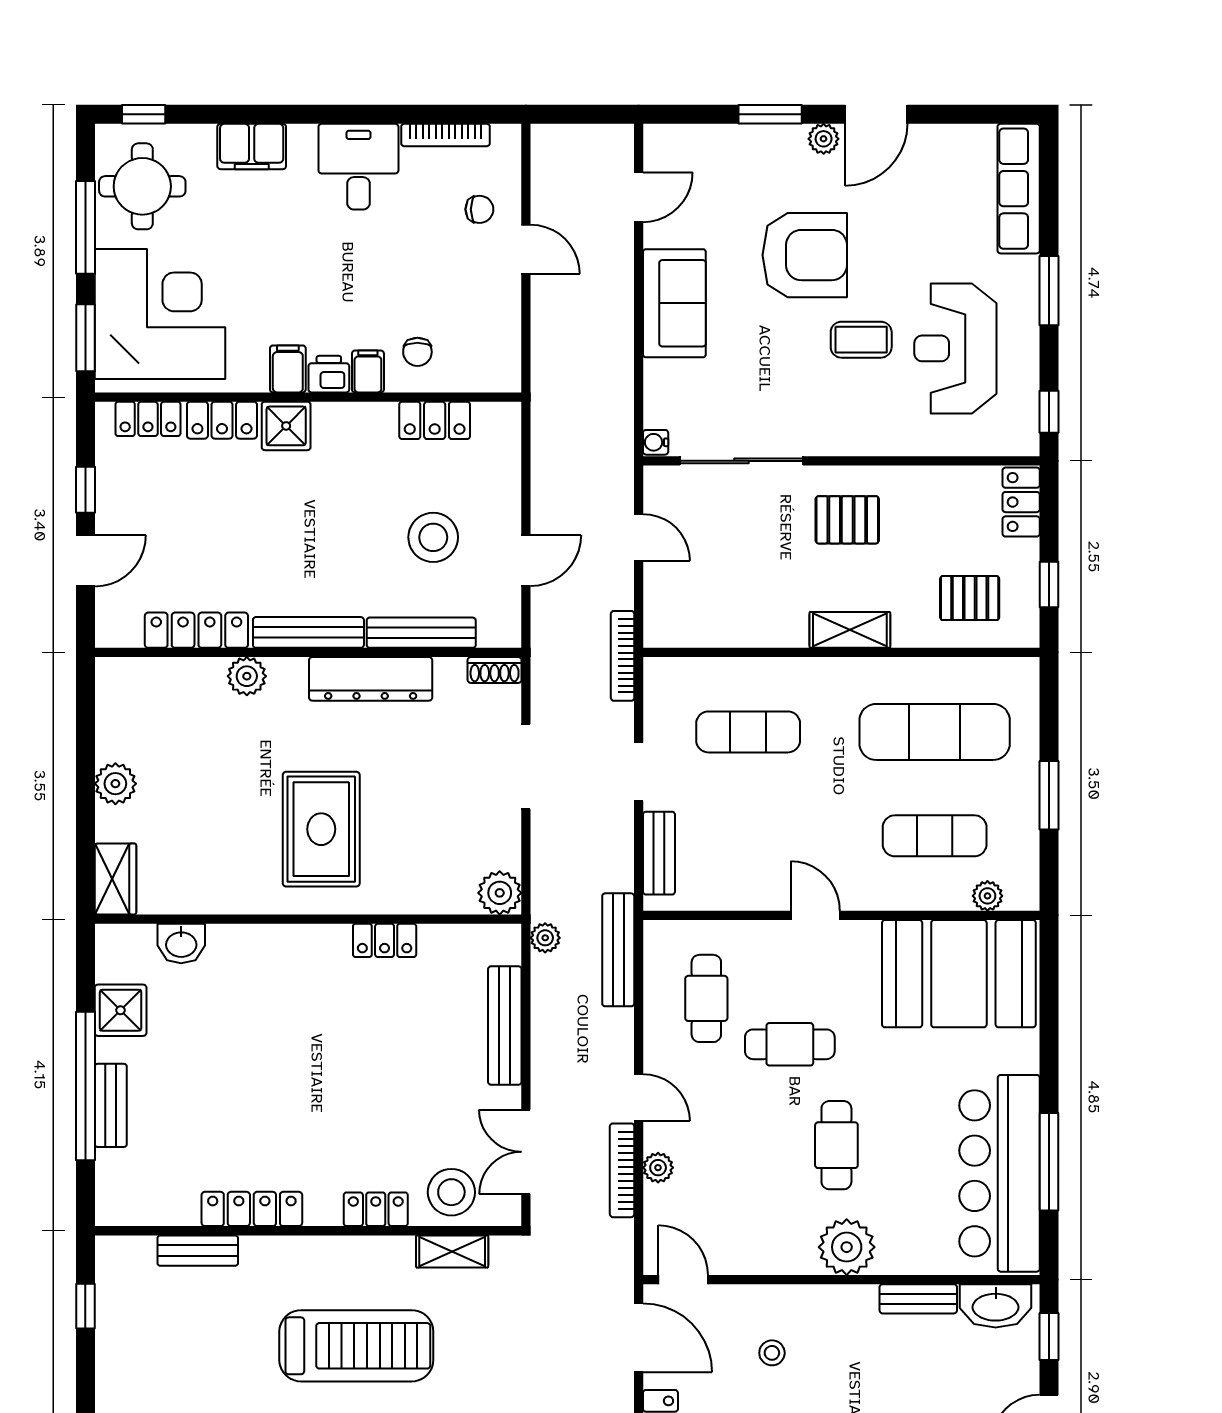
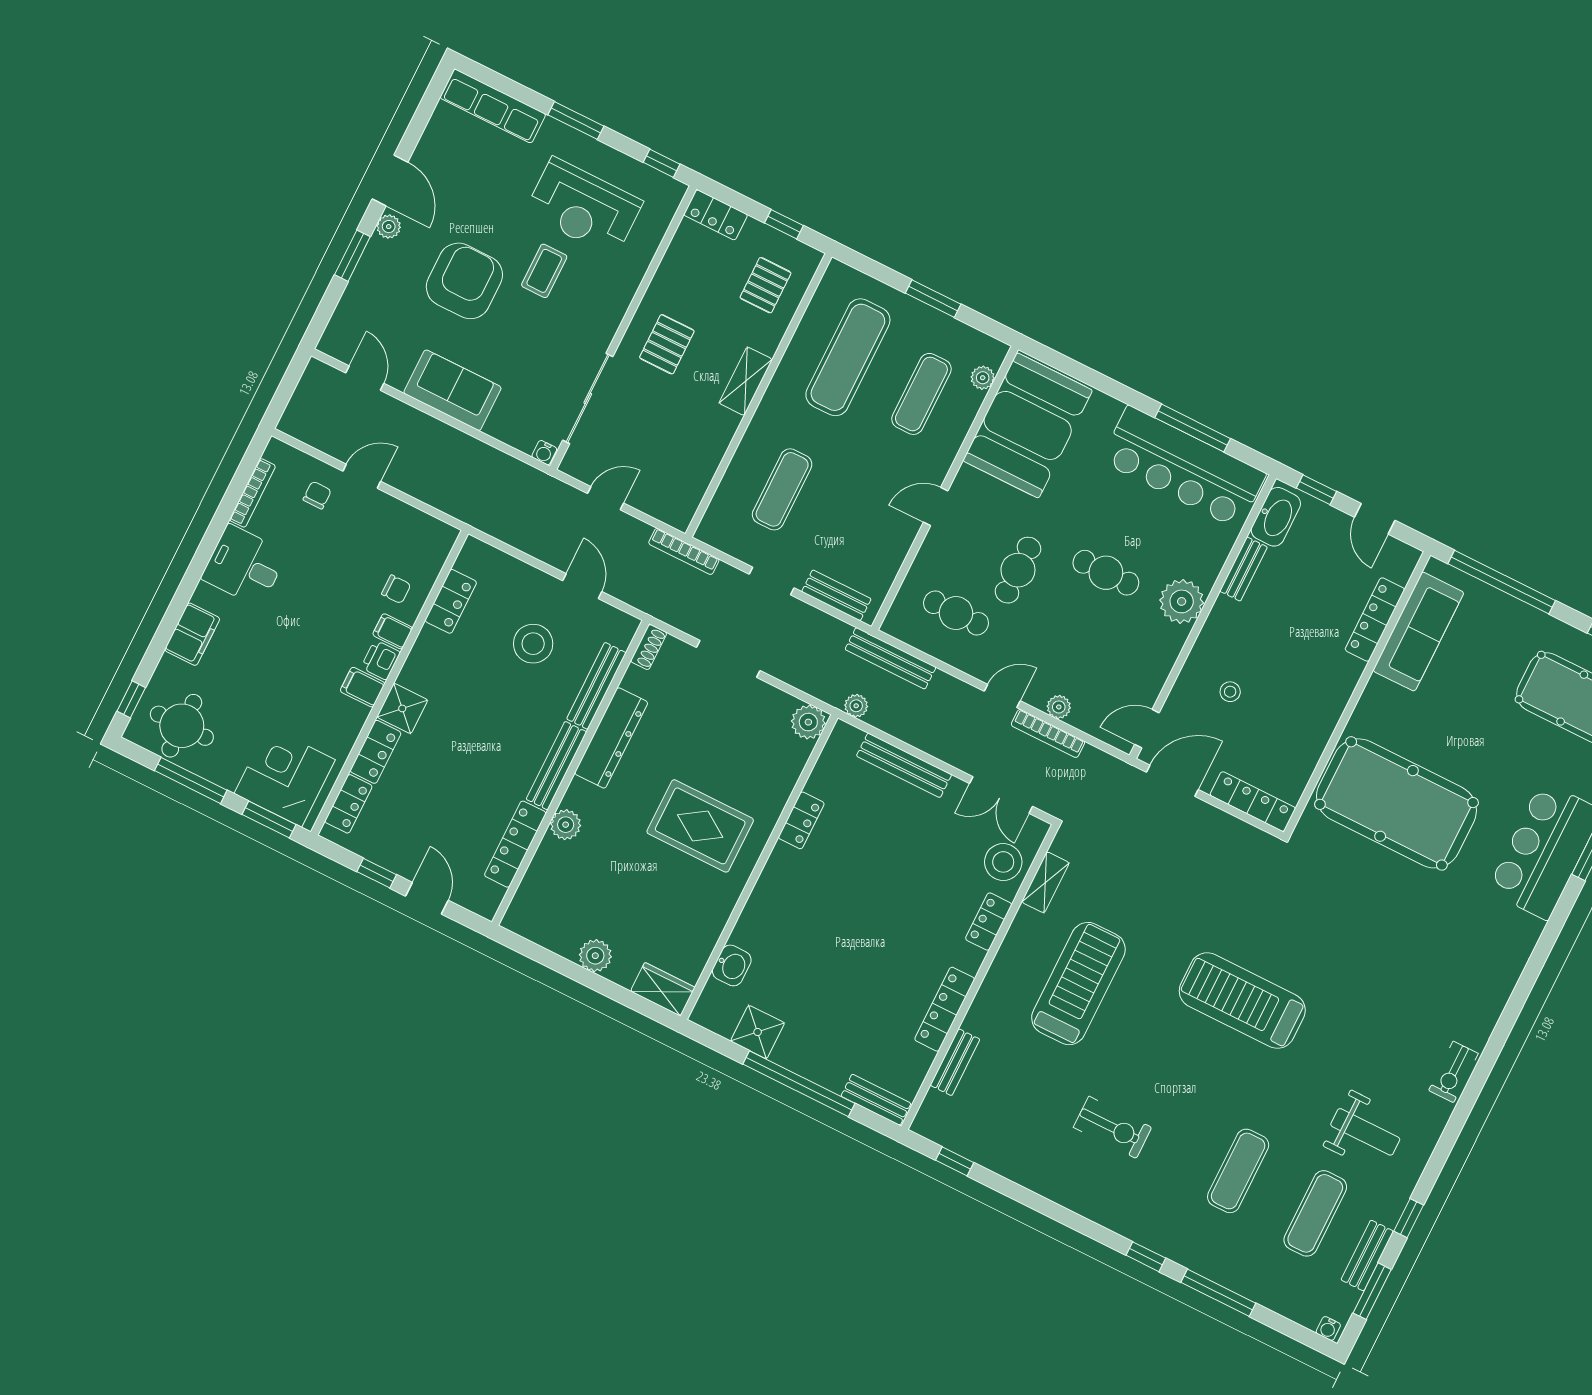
corner desk: (160, 314) -> (285, 777), width x0.74, depth x0.74
bench: (111, 1105) -> (876, 1100), moved

